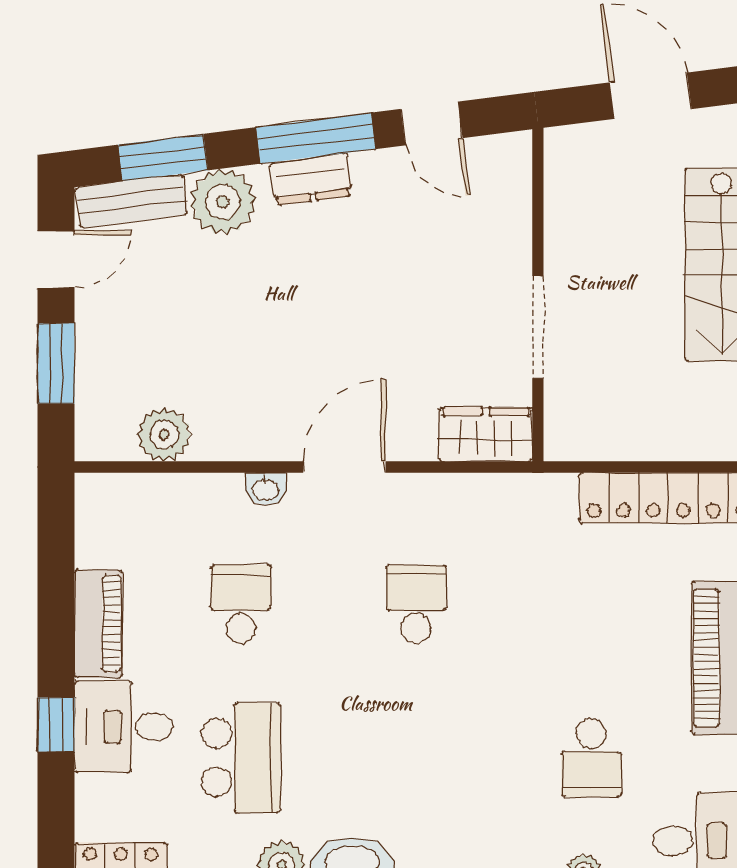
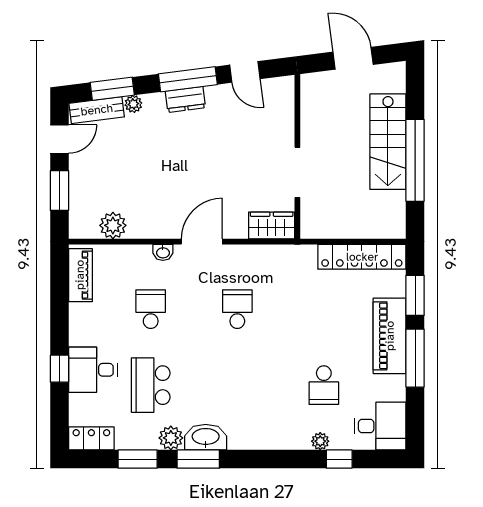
plant: (223, 202) -> (133, 104), width x0.53, depth x0.53
piano: (98, 624) -> (80, 275), moved
school desk: (241, 758) -> (151, 385), turned 180

